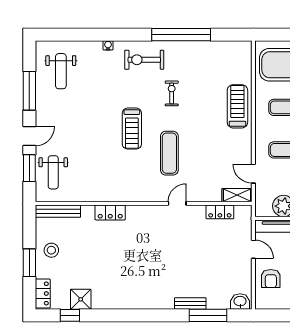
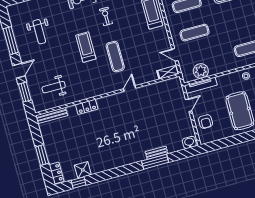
weight bench: (61, 71) -> (39, 32), moved
treadmill: (132, 129) -> (86, 47), turned 180
weight bench: (53, 172) -> (54, 87), moved, turned 90
locker: (220, 212) -> (160, 86), removed
door: (253, 249) -> (189, 105), hinge flipped
stool: (51, 250) -> (54, 143), removed
window: (208, 315) -> (155, 162), moved

